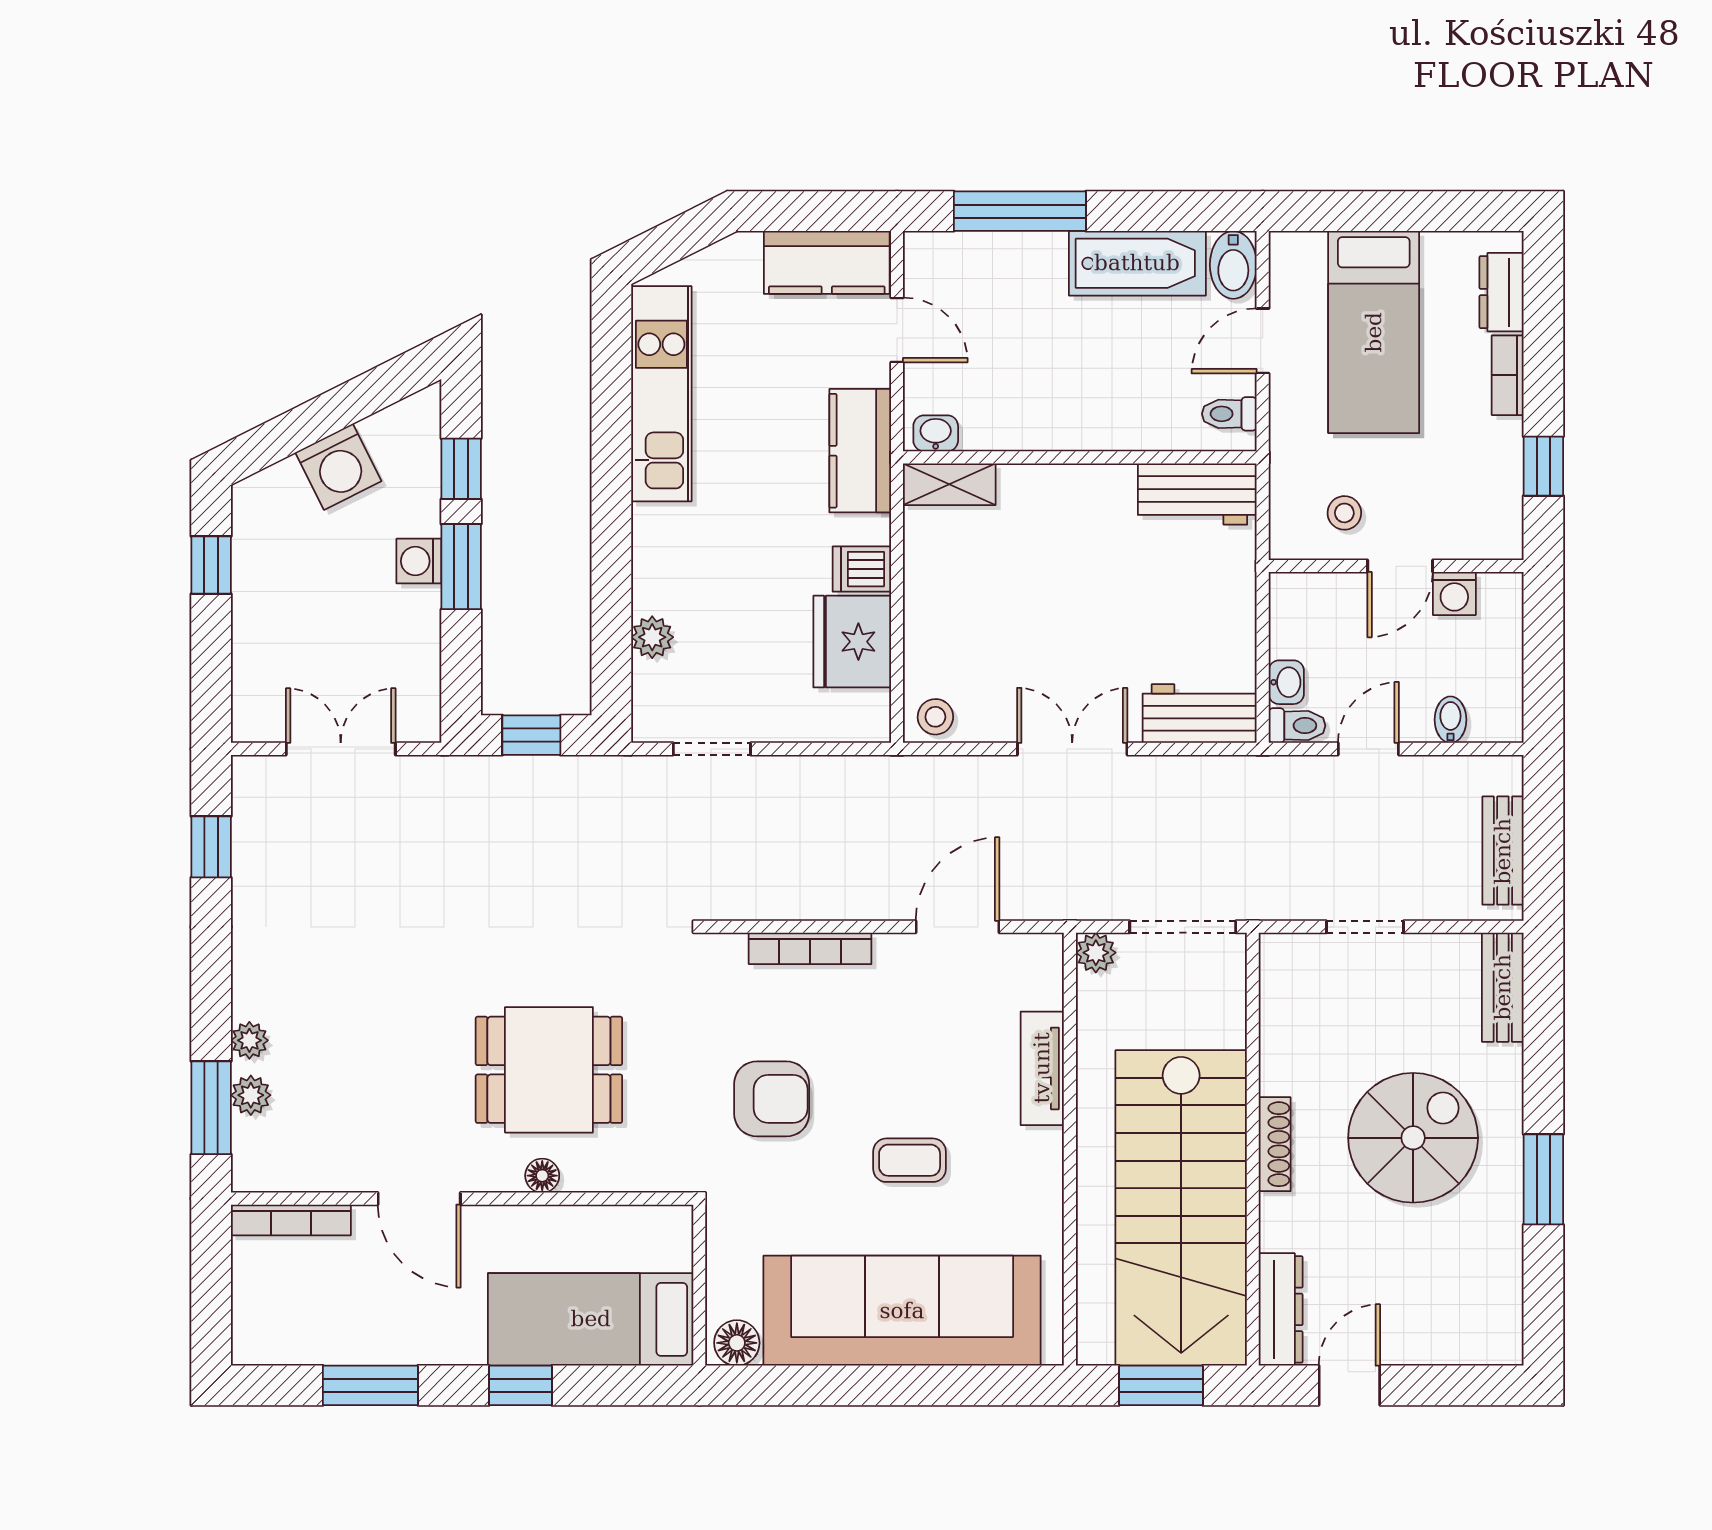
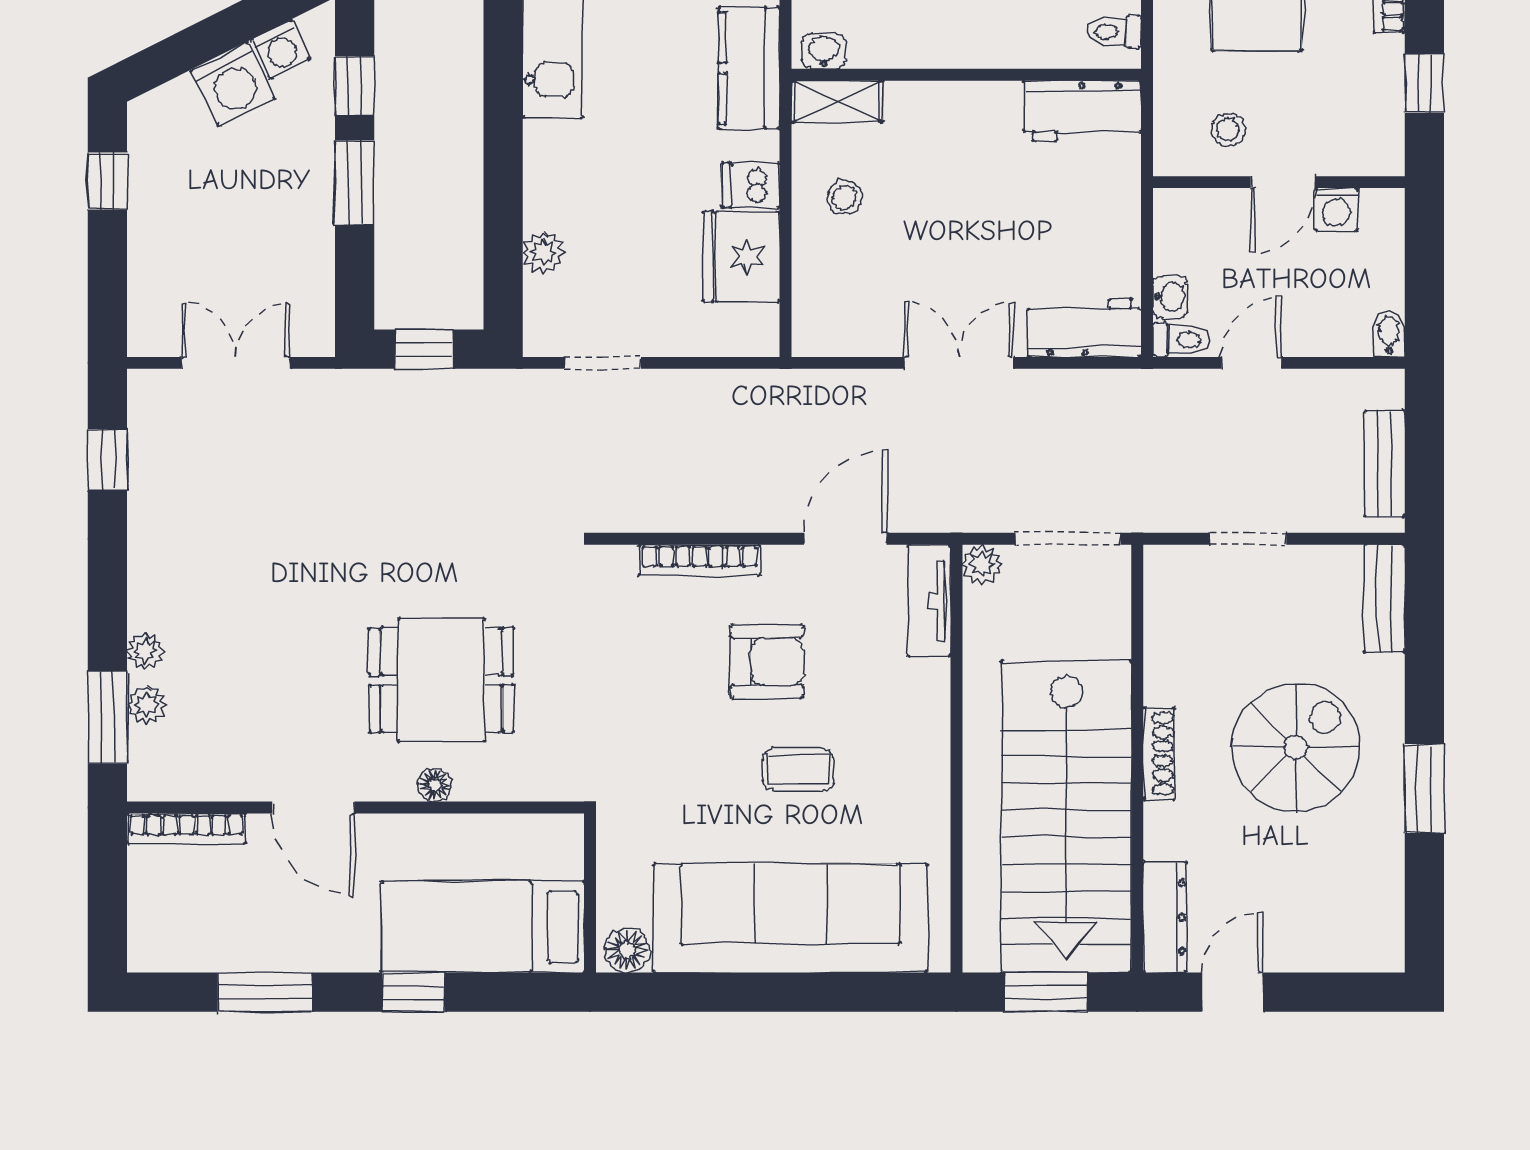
washing machine: (419, 561) -> (281, 49), moved, turned -117
stool: (935, 717) -> (845, 198), moved
bidet: (1450, 720) -> (1389, 334), moved
tv unit: (1042, 1068) -> (929, 601), moved
armchair: (772, 1099) -> (767, 662), moved

